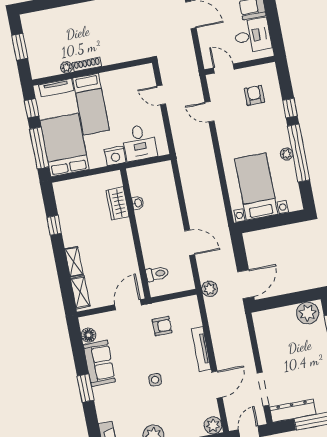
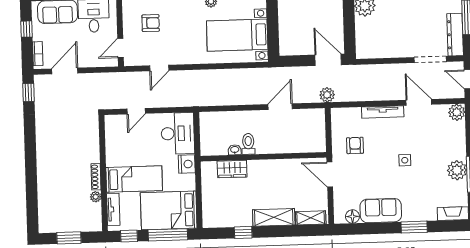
armchair: (254, 95) -> (151, 23), turned 180
desk: (139, 143) -> (178, 133), width x1.37
shelving: (74, 262) -> (274, 217), width x1.50, depth x1.33
toilet: (157, 274) -> (248, 144), moved
window: (85, 388) -> (414, 227), moved

